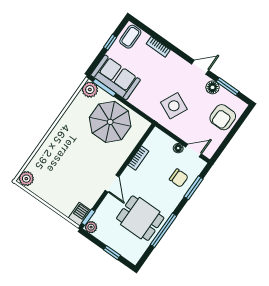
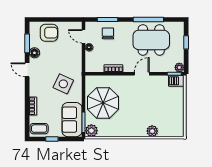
side table: (174, 106) -> (63, 84), moved
plant: (26, 179) -> (152, 131), moved
dining table: (140, 218) -> (151, 40), width x1.38

